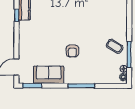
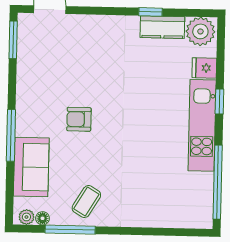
sofa: (49, 75) -> (31, 167), moved

